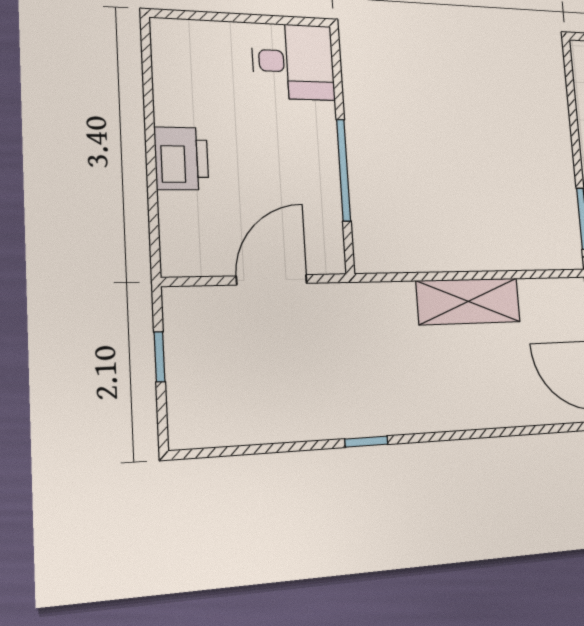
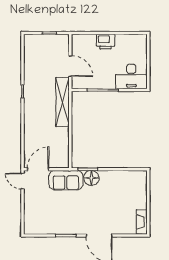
desk: (293, 62) -> (131, 76), width x1.37
shelving: (468, 301) -> (62, 102), moved, width x1.47

